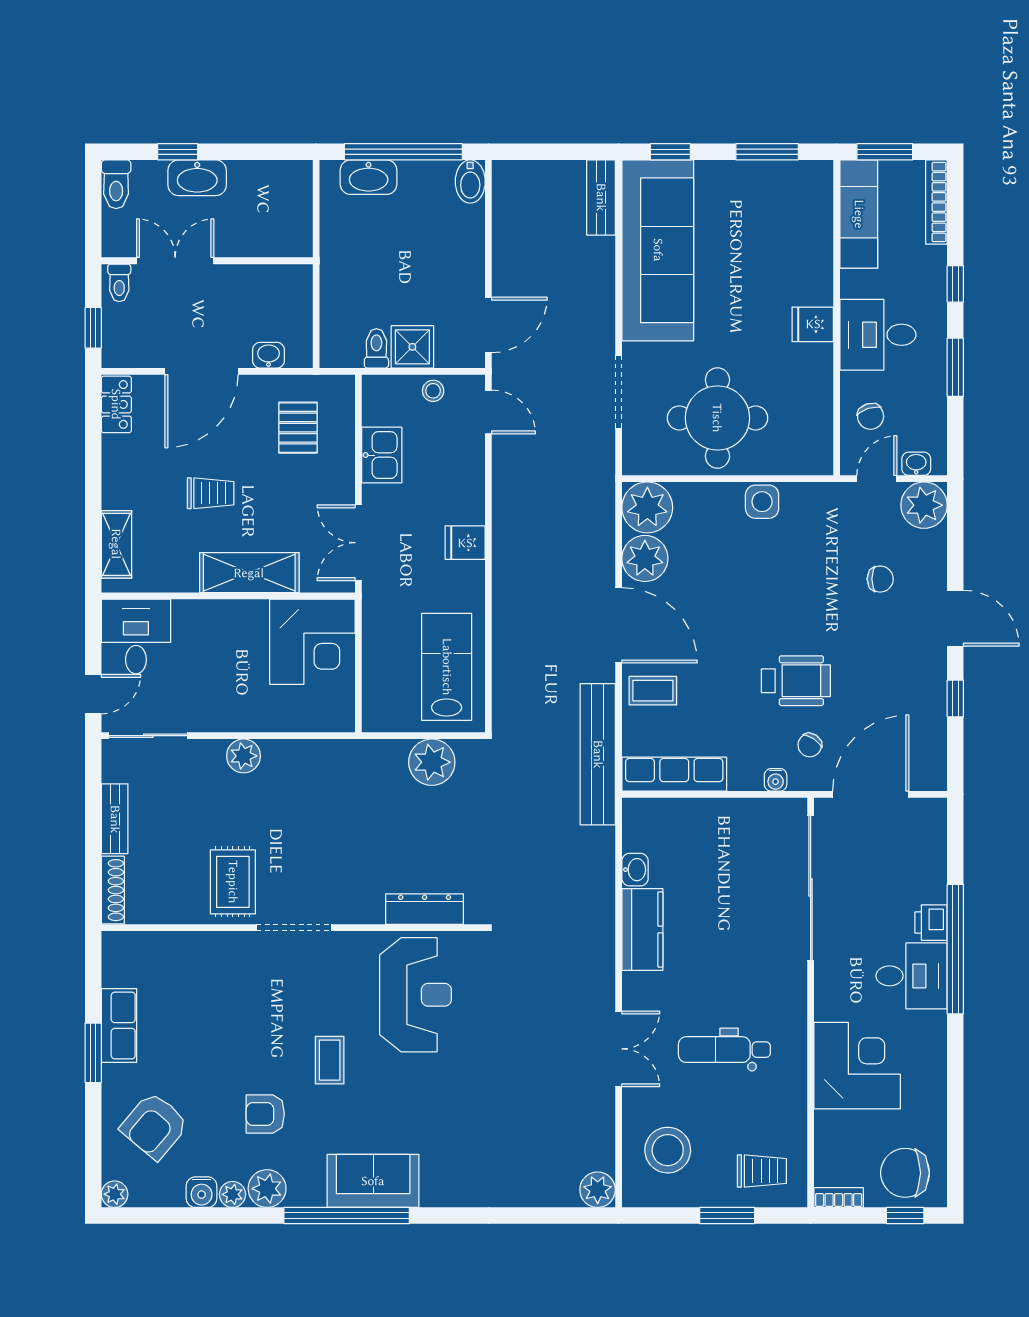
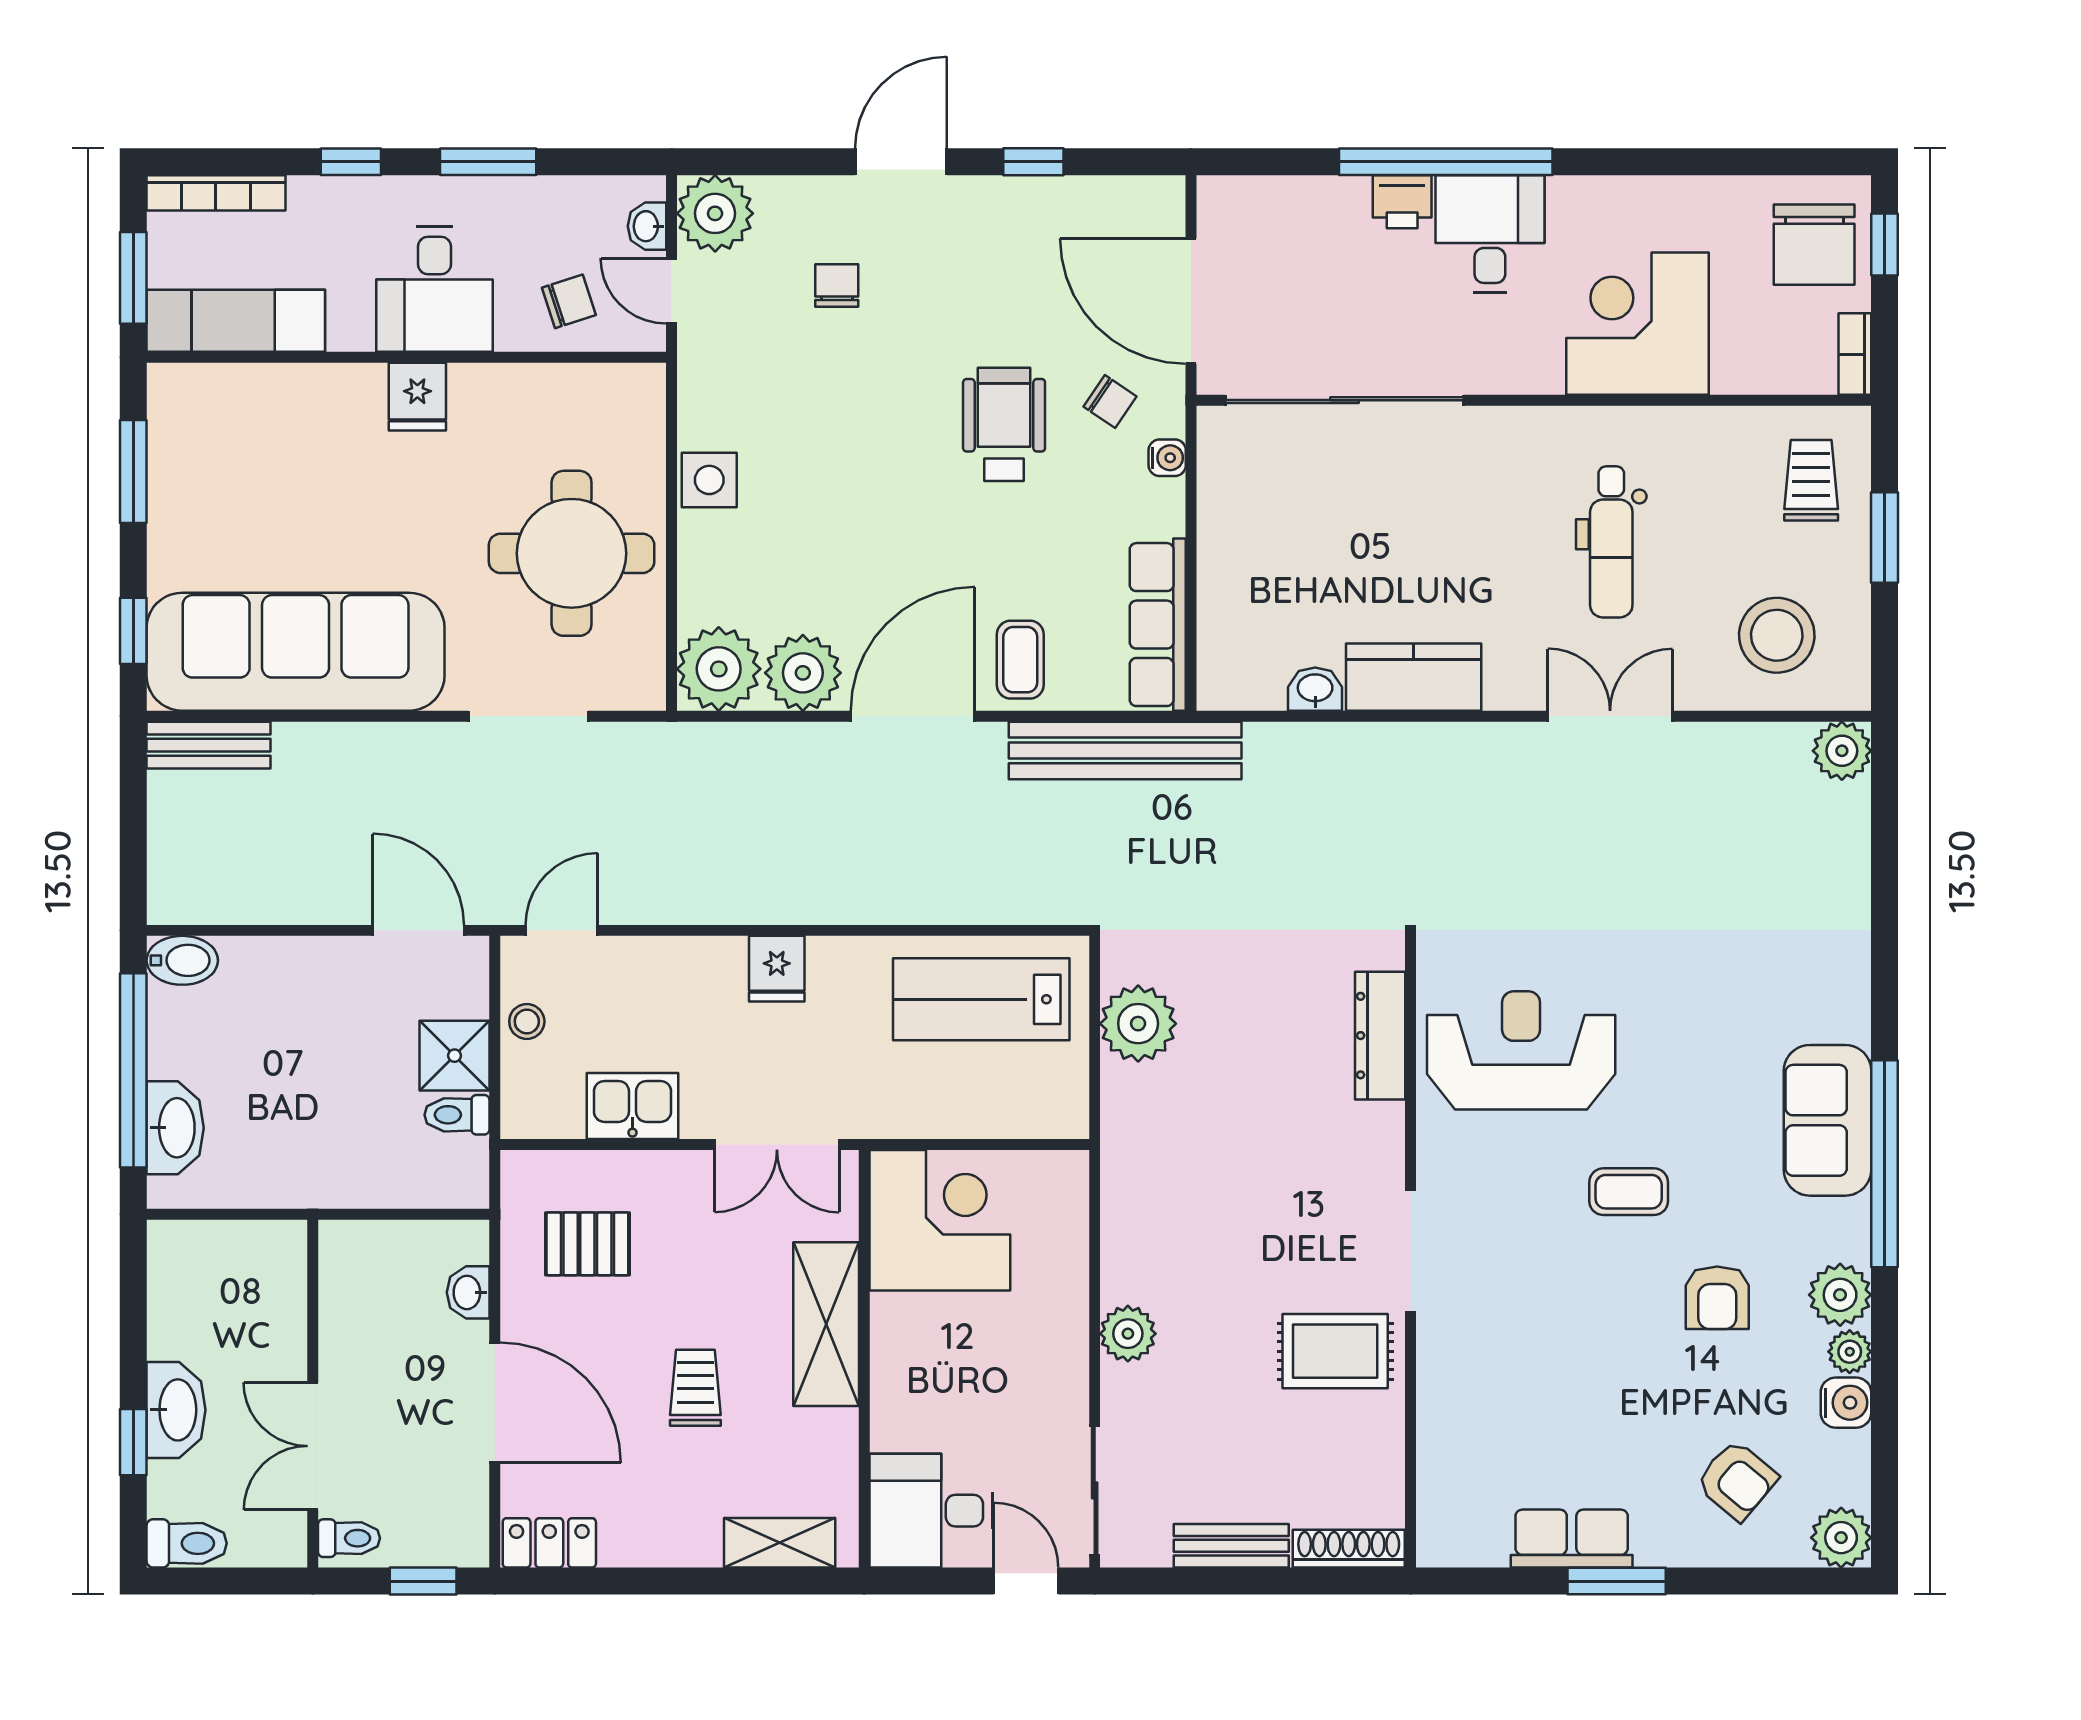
armchair: (154, 1126) -> (1737, 1480), width x0.72, depth x0.72
plant: (115, 1194) -> (1841, 1538), width x1.38, depth x1.38

